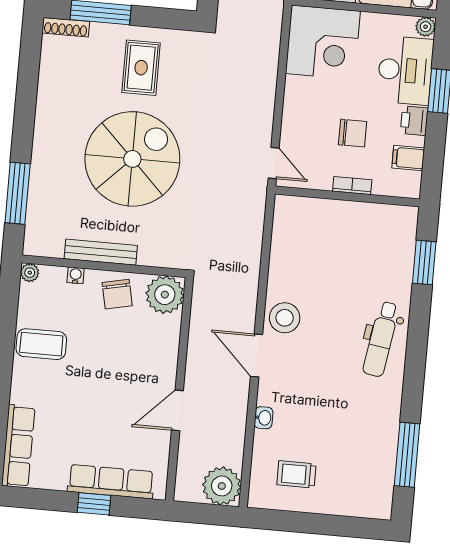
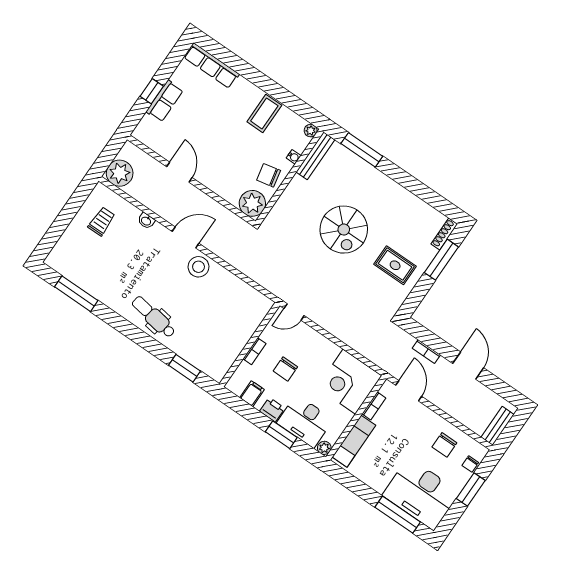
spiral stairs: (132, 159) -> (344, 230), width x0.73, depth x0.73
bench: (101, 252) -> (315, 156), moved
row of seats: (111, 482) -> (165, 101), width x0.68

